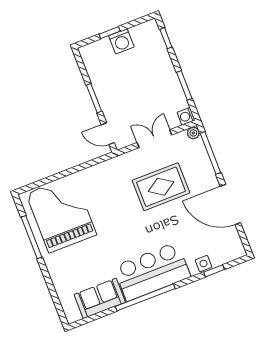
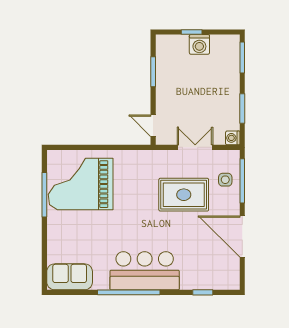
window: (166, 38) -> (242, 58), width x1.50
window: (94, 98) -> (153, 72), moved
plant: (193, 133) -> (233, 156), removed
grand piano: (61, 214) -> (81, 184), turned -90
side table: (204, 263) -> (225, 180), moved
sofa: (100, 298) -> (70, 277), moved

